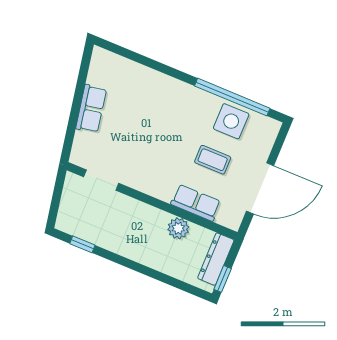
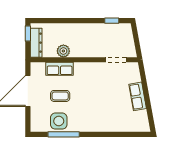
window: (232, 97) -> (64, 134), width x0.68

